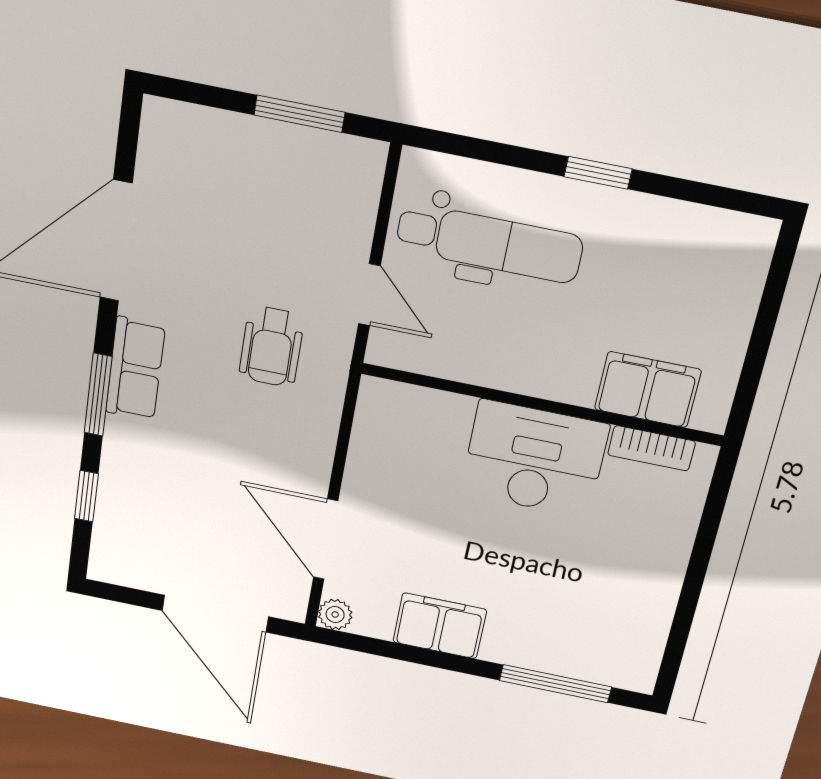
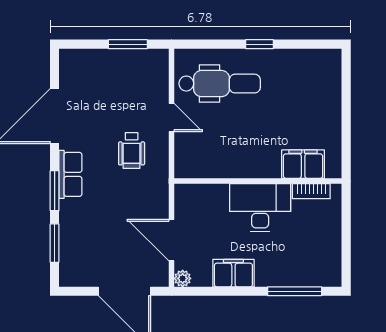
filing cabinet: (648, 390) -> (303, 164), moved
wall: (542, 404) -> (258, 181), moved
bookcase: (652, 448) -> (311, 191), moved
desk: (534, 459) -> (260, 208), moved
window: (86, 496) -> (55, 243), width x1.50

